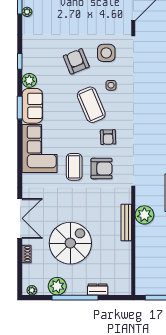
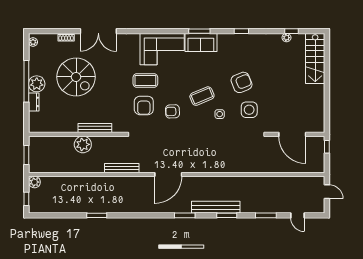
plant: (29, 80) -> (224, 40), removed
coffee table: (91, 105) -> (202, 96), width x0.73, depth x0.76
plant: (144, 215) -> (83, 144), moved
plant: (57, 286) -> (37, 84), moved

